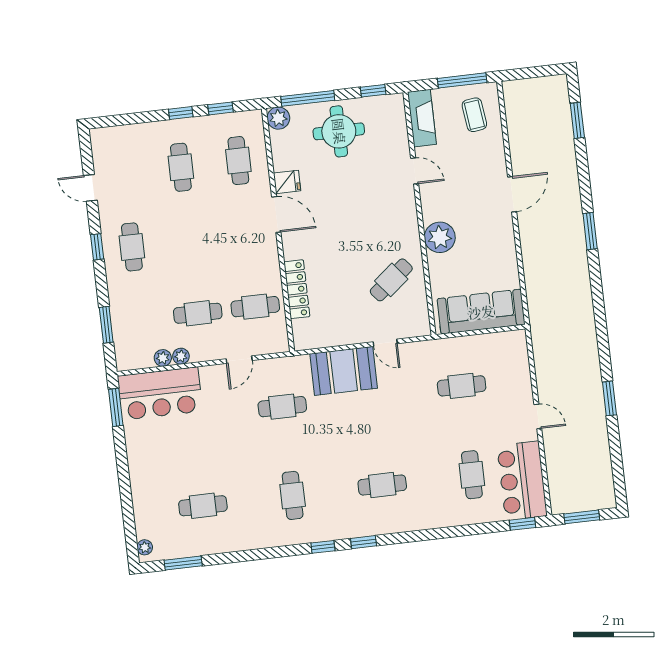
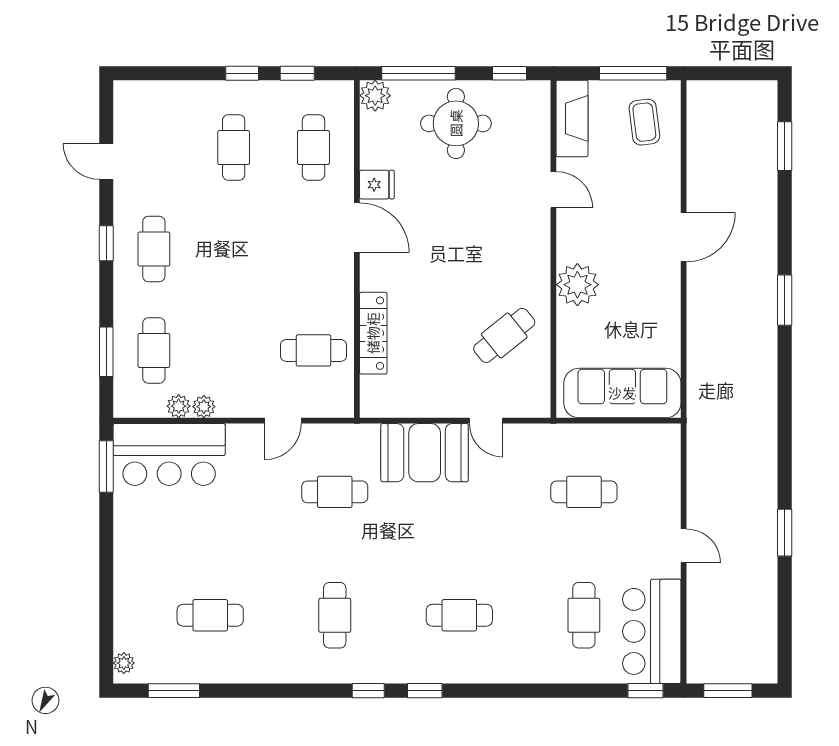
cafe table: (198, 313) -> (154, 350), moved, turned 90

